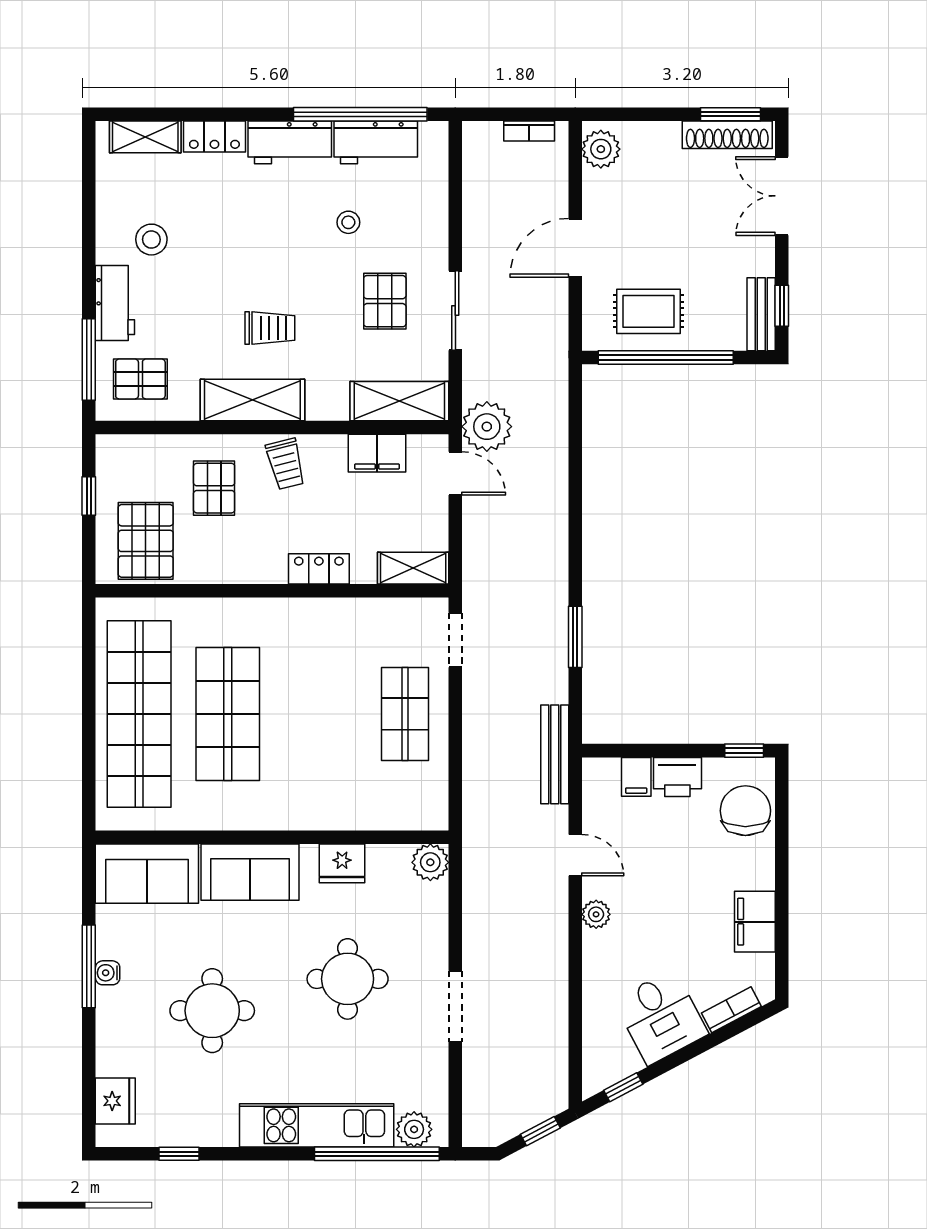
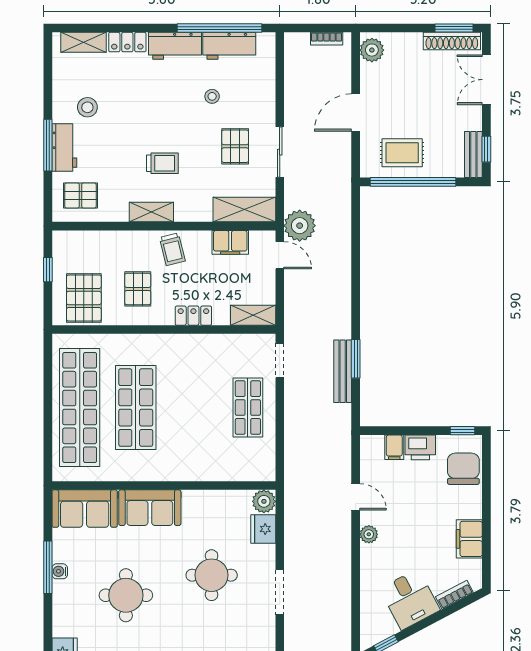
window: (89, 360) -> (48, 145), moved
shelving: (252, 400) -> (151, 212), width x0.67, depth x0.75
pallet: (214, 488) -> (138, 289), moved
bench: (555, 754) -> (343, 371), moved
fridge: (342, 863) -> (263, 529), moved, turned 90

